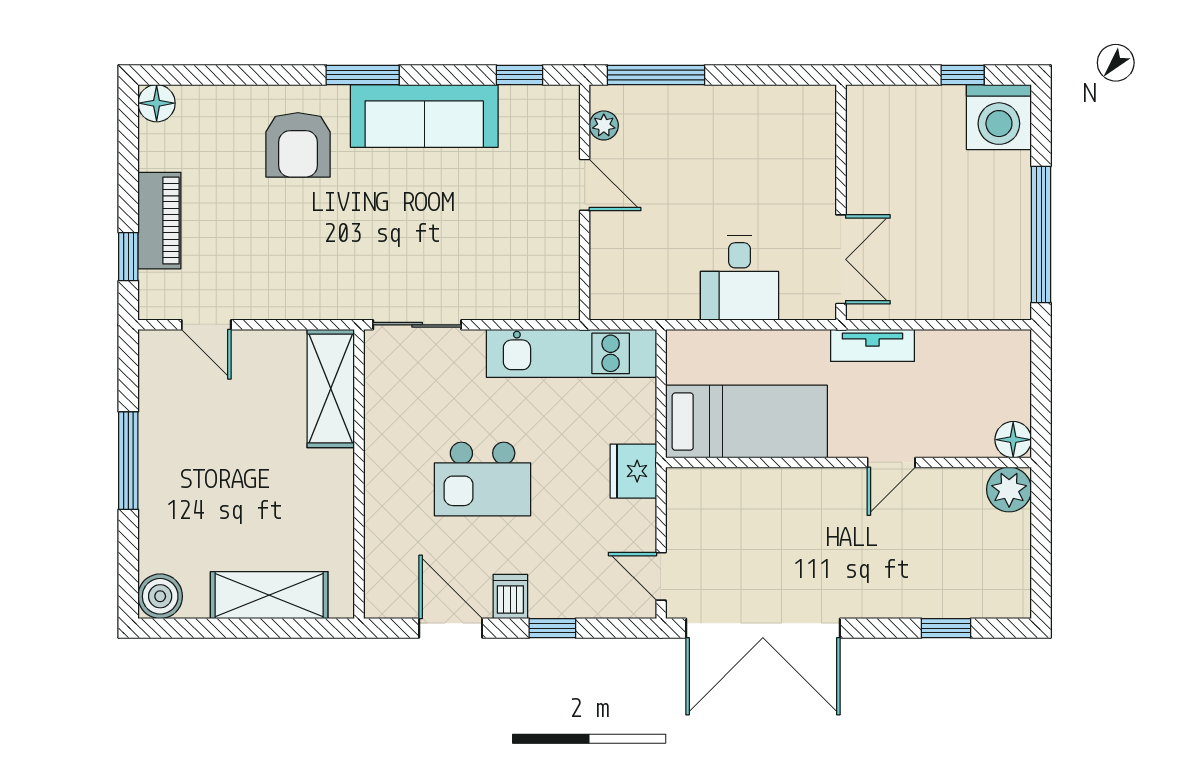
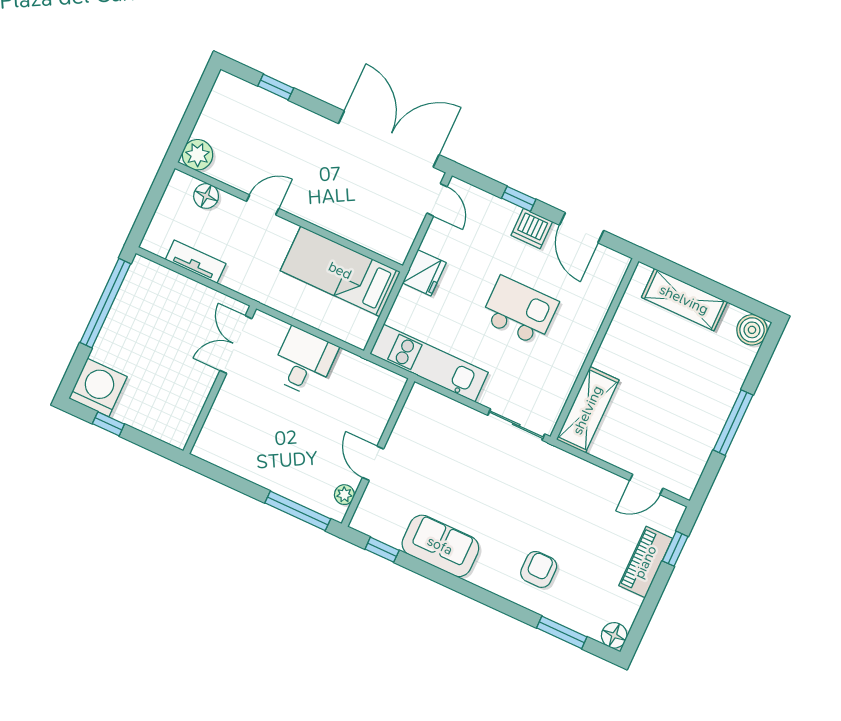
window: (363, 75) -> (562, 632), moved
sofa: (424, 116) -> (440, 546), width x0.73
armchair: (298, 145) -> (539, 569), width x0.72, depth x0.72
door: (206, 325) -> (646, 484), swing flipped
tv unit: (873, 345) -> (196, 262), moved
floor lamp: (1013, 440) -> (206, 196), moved
dishwasher: (510, 596) -> (532, 228), width x1.38

